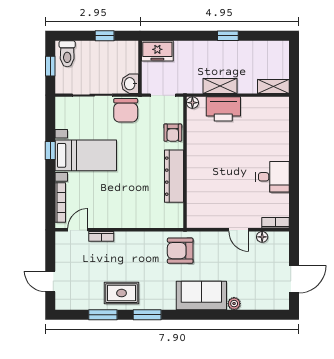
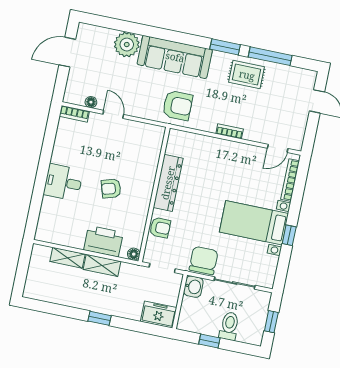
window: (228, 36) -> (99, 318), moved
toilet: (67, 54) -> (229, 326), moved
shelving: (273, 86) -> (67, 258), moved
armchair: (173, 133) -> (160, 228), turned 90
armchair: (226, 160) -> (111, 189), added
desk: (273, 177) -> (63, 182), moved
bookcase: (101, 236) -> (230, 131), moved
sofa: (201, 296) -> (175, 57), width x1.36
plant: (234, 304) -> (127, 45), width x1.88, depth x1.88
window: (103, 315) -> (270, 56), width x1.44

